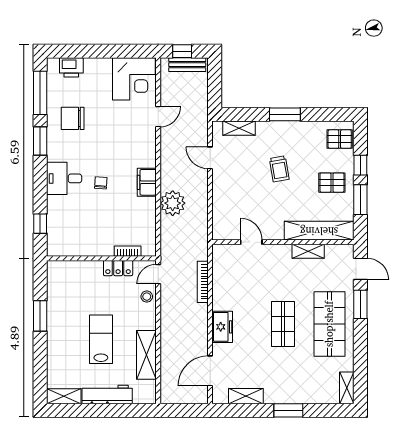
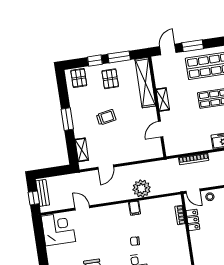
filing cabinet: (147, 182) -> (135, 208), width x0.50
shelving: (308, 251) -> (163, 100), moved

